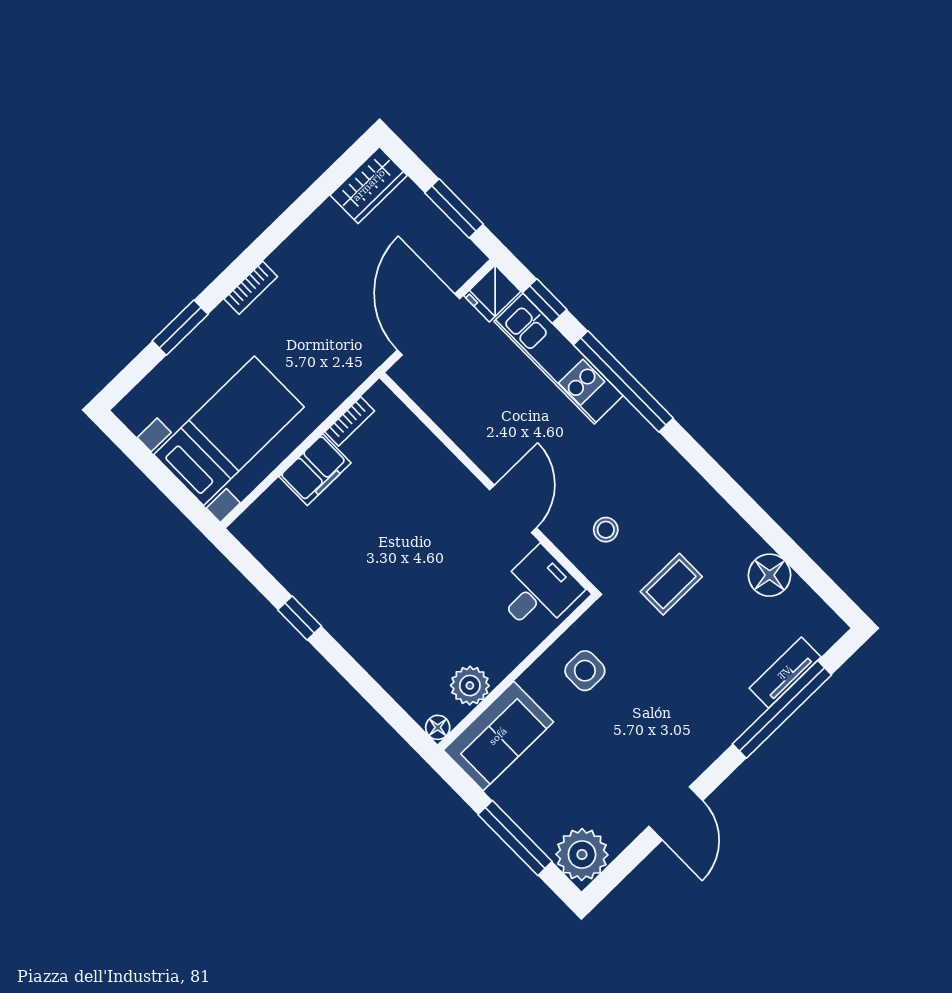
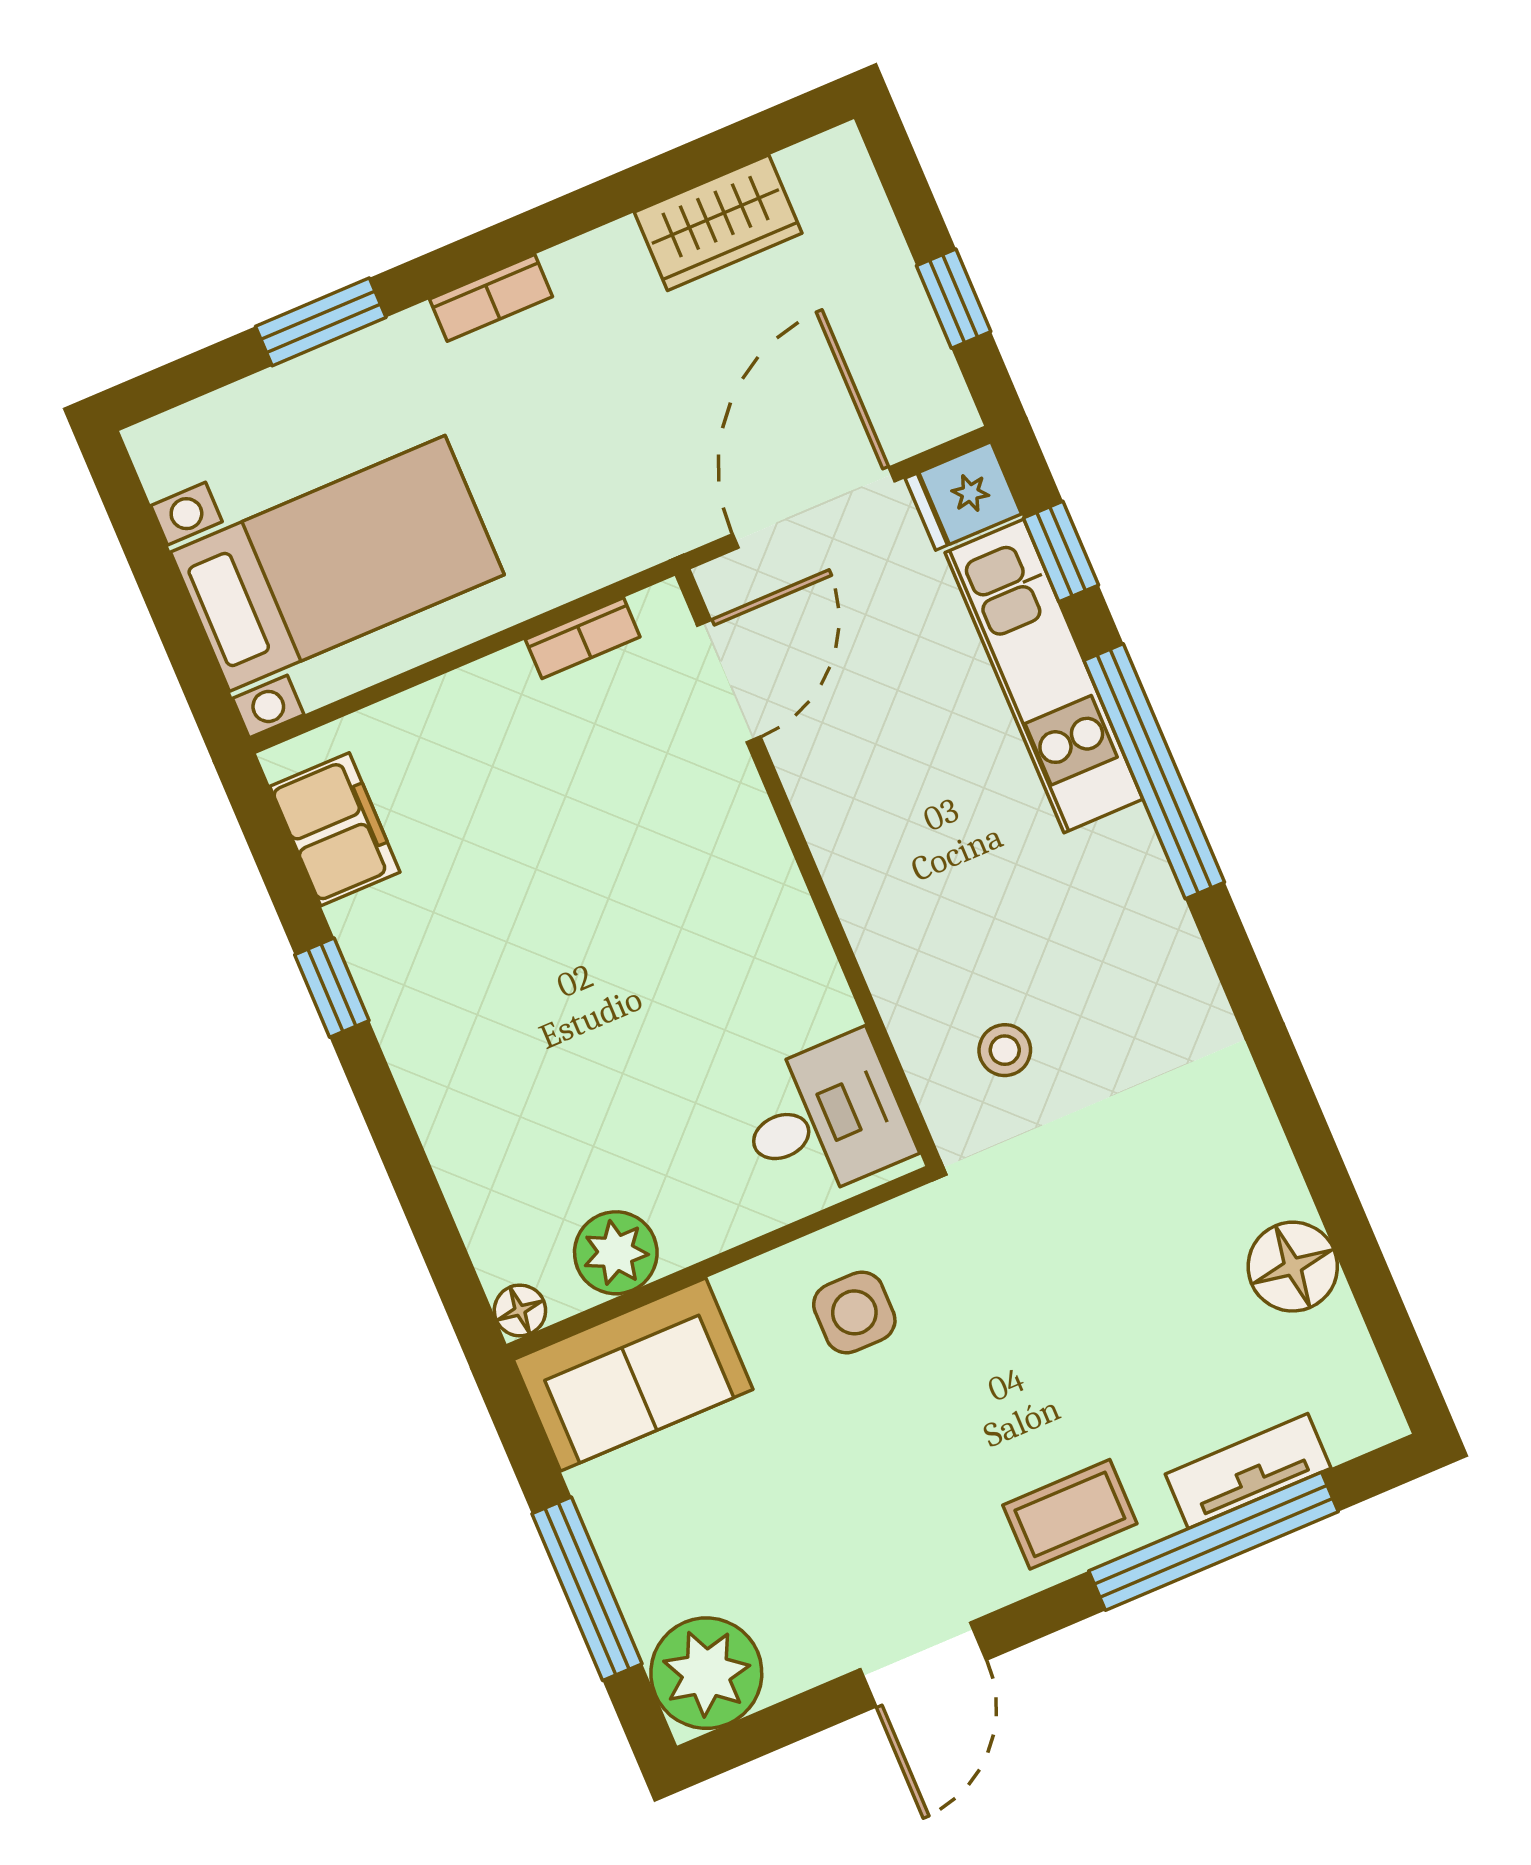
wardrobe: (369, 185) -> (718, 223), moved
window: (454, 208) -> (954, 299), width x0.67
filing cabinet: (315, 470) -> (335, 829), moved, turned -90
door: (513, 509) -> (729, 681), moved
coffee table: (671, 584) -> (1070, 1514), moved

